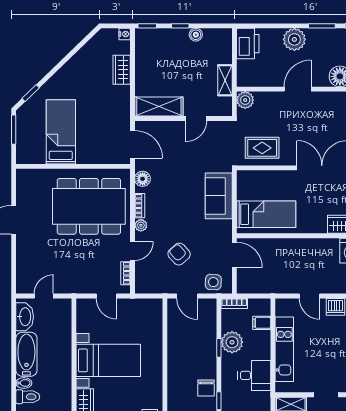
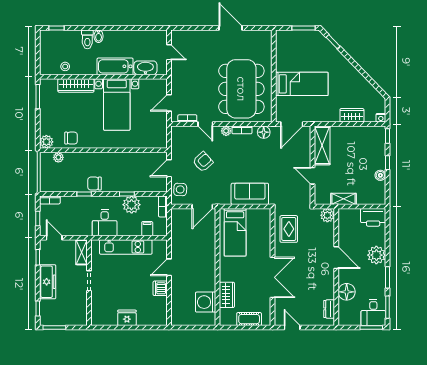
bed: (61, 132) -> (302, 84), moved
washbasin: (25, 317) -> (145, 68), moved, turned 180
bathtub: (26, 354) -> (115, 66), moved, turned 180

